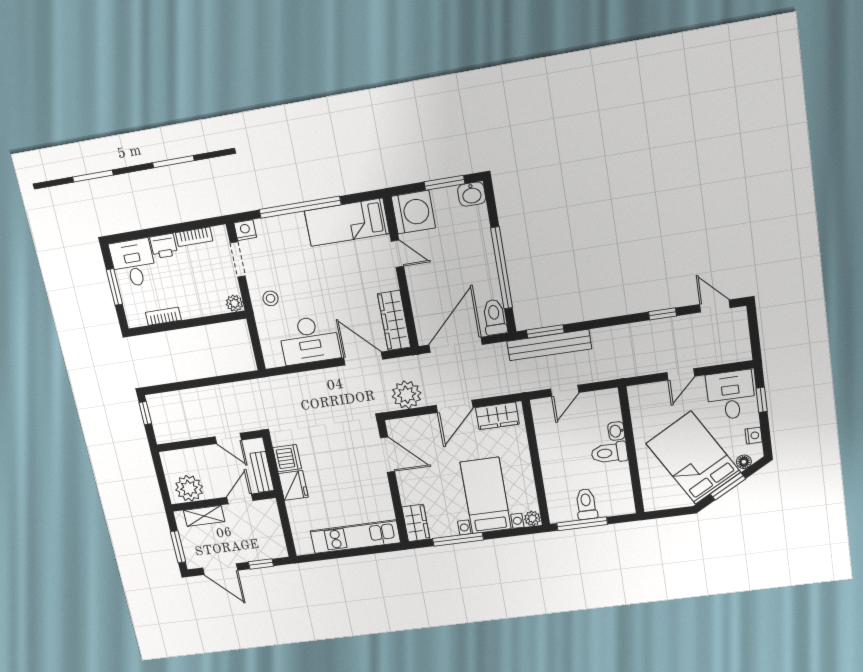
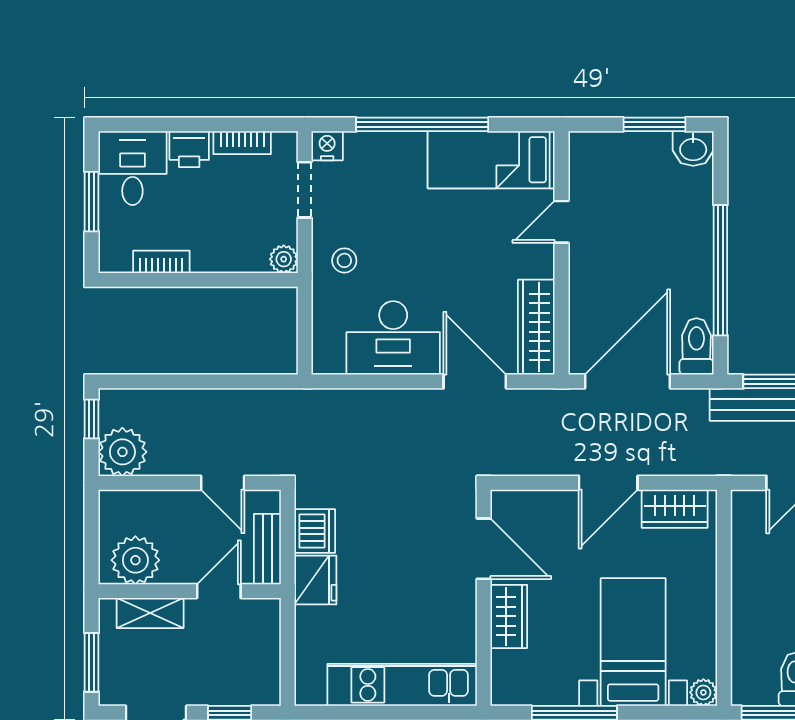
washing machine: (413, 212) -> (598, 161), removed
door: (397, 254) -> (561, 222), swing flipped
plant: (407, 395) -> (122, 452), moved
wardrobe: (416, 523) -> (509, 616), moved

